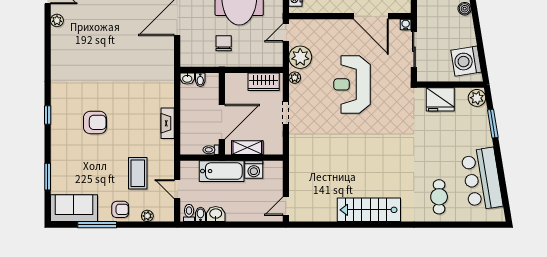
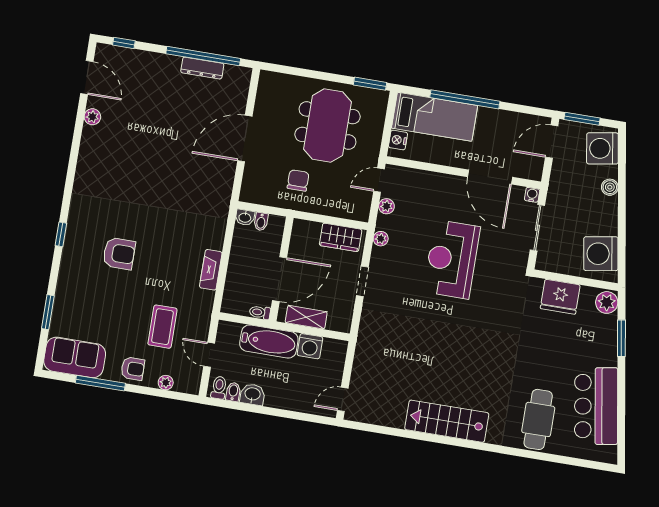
plant: (300, 57) -> (386, 206), width x0.53, depth x0.53
cafe table: (439, 197) -> (538, 419), width x1.37, depth x1.35

